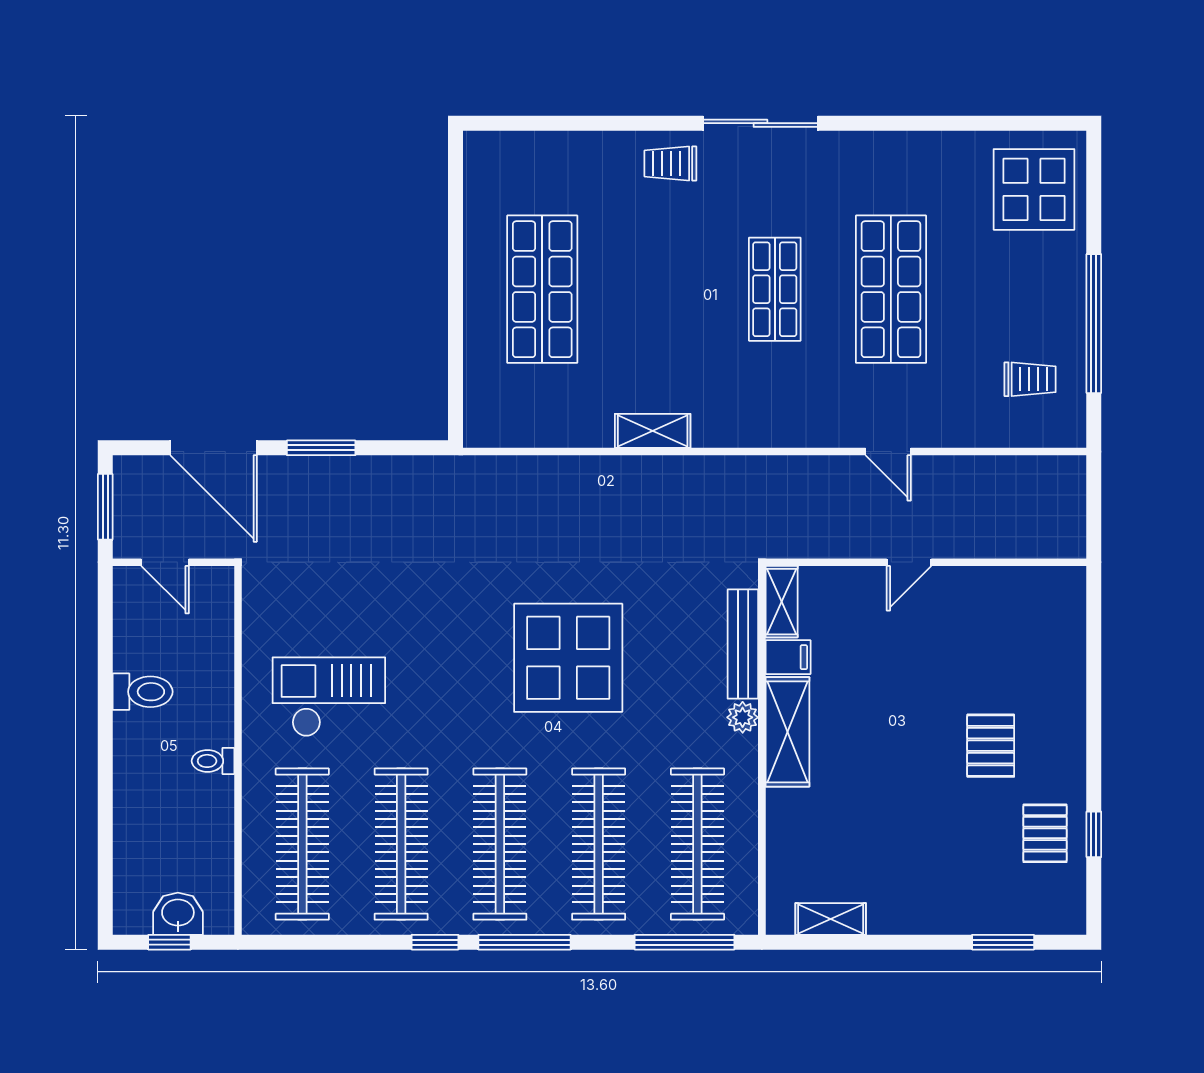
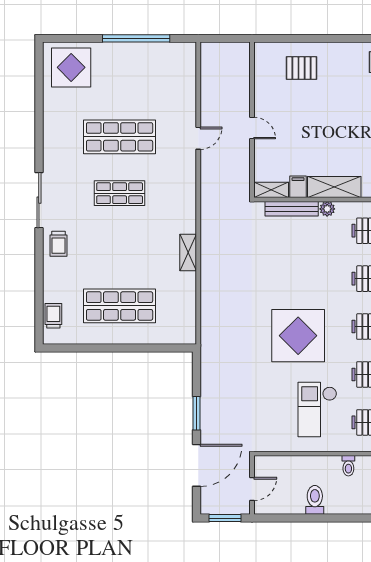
trolley: (1030, 379) -> (53, 316), moved
display table: (568, 658) -> (298, 336), moved
pallet: (991, 746) -> (302, 68), moved

